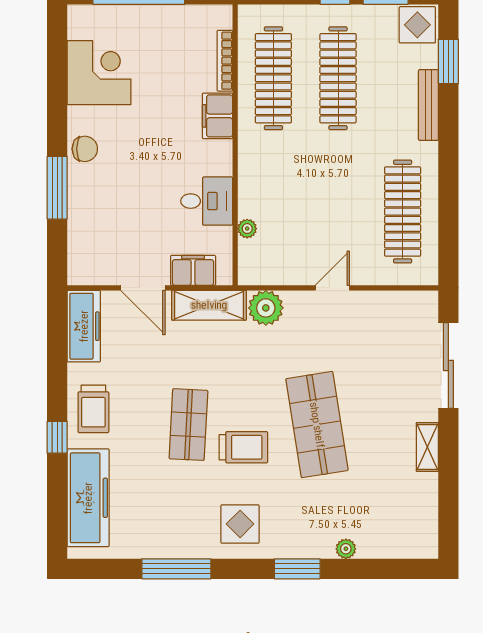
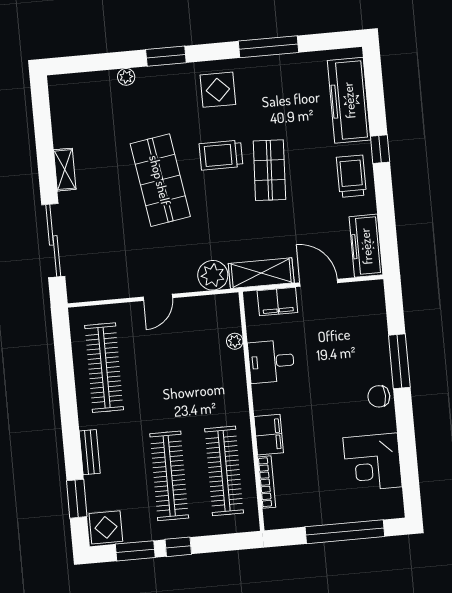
bench: (428, 105) -> (90, 452), width x0.73

